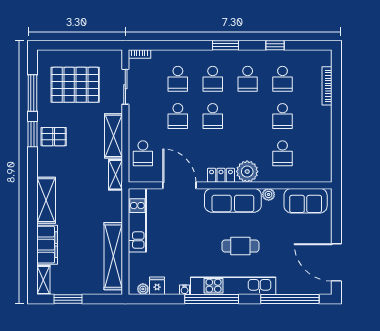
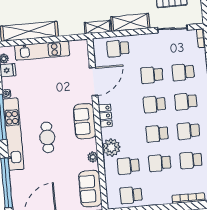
school desk: (248, 116) -> (157, 134), added
school desk: (317, 153) -> (131, 195), added
plant: (247, 172) -> (111, 148), moved
sofa: (233, 200) -> (85, 121), width x0.73
kitchen unit: (137, 220) -> (42, 51), moved

